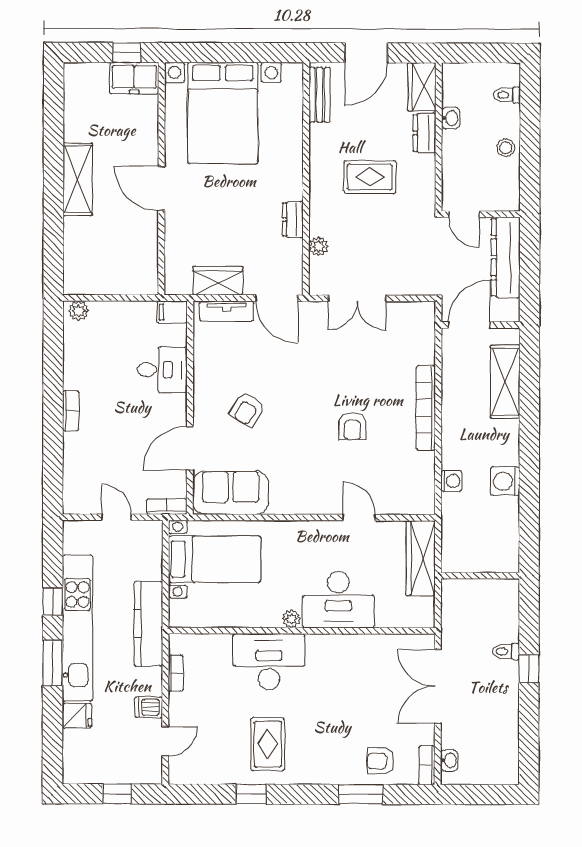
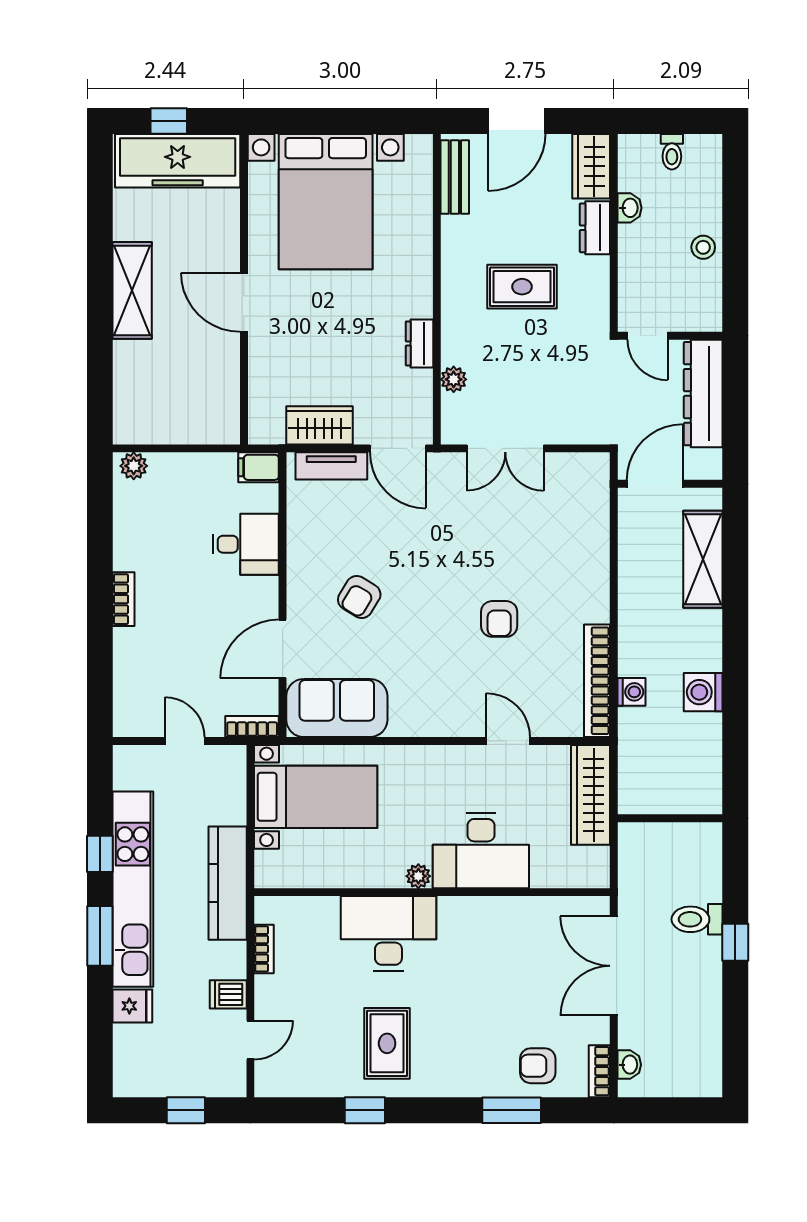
window: (127, 52) -> (169, 121), moved
freezer: (134, 78) -> (178, 161), width x1.91, depth x1.26
toilet: (507, 95) -> (672, 152), moved, turned -90
bookcase: (426, 408) -> (597, 681), moved
toilet: (506, 652) -> (697, 919), width x1.37, depth x1.39

